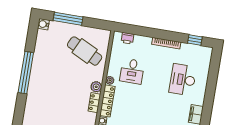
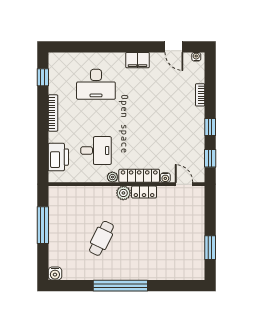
window: (68, 19) -> (43, 225), moved
printer: (127, 38) -> (58, 157), width x1.87, depth x1.48
cafe table: (85, 51) -> (101, 238), moved, width x0.73, depth x0.74

